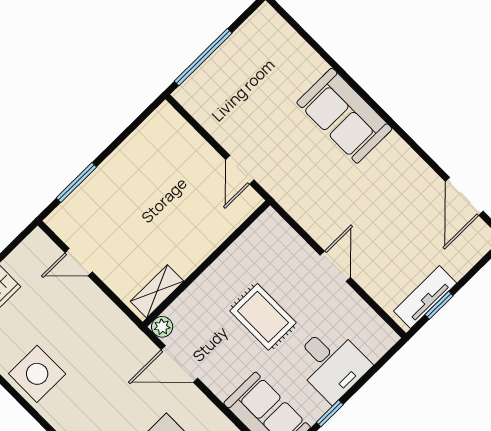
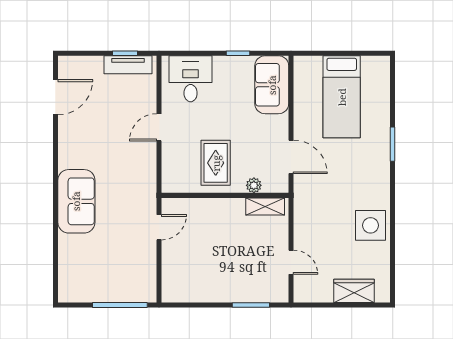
rug: (263, 317) -> (216, 163), moved
plant: (162, 327) -> (254, 185), moved
desk: (331, 363) -> (191, 79), moved

